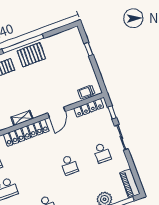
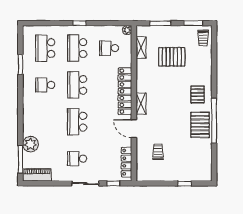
trolley: (86, 92) -> (158, 151), moved
shelving: (22, 118) -> (141, 103), moved
school desk: (69, 165) -> (77, 122), width x1.85
school desk: (36, 177) -> (77, 85), added

